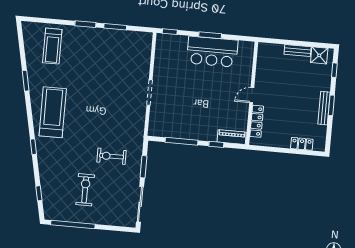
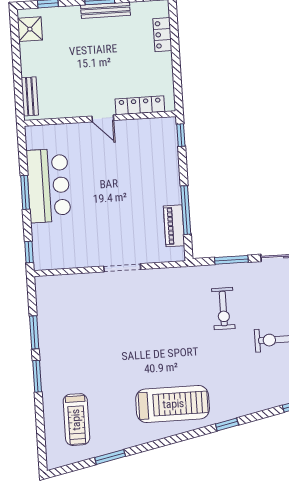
treadmill: (52, 46) -> (76, 420), turned 90
bench: (298, 50) -> (30, 96), moved
window: (26, 81) -> (110, 457), moved
treadmill: (53, 112) -> (173, 404), turned 180
piano: (232, 137) -> (174, 226), moved
window: (216, 144) -> (181, 135), moved

